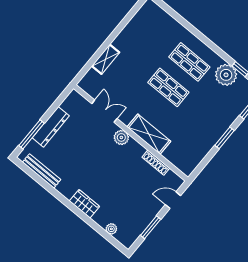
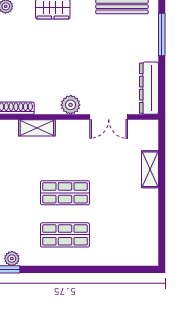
plant: (226, 75) -> (12, 259), width x0.53, depth x0.53
dresser: (51, 127) -> (149, 88), moved
shelving: (149, 134) -> (37, 128), width x0.67, depth x0.75

